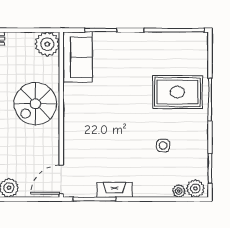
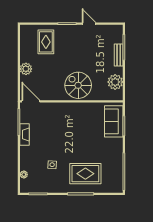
plant: (47, 44) -> (115, 82), moved
sofa: (78, 57) -> (114, 121), moved, turned 90
rug: (177, 92) -> (85, 174), turned 90
plant: (195, 188) -> (25, 185), removed

